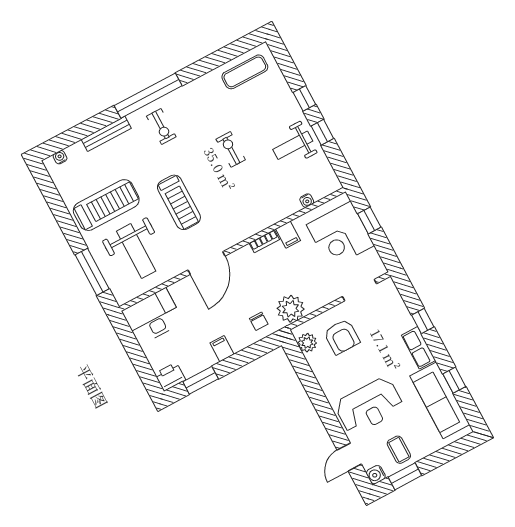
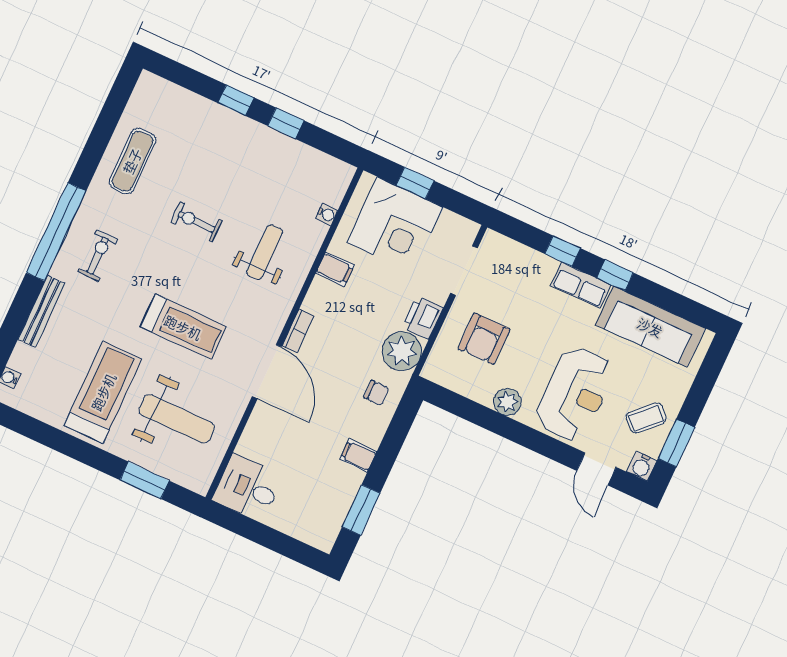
exercise mat: (245, 72) -> (132, 161), moved
exercise bike: (161, 126) -> (98, 256), turned -90
weight bench: (293, 145) -> (265, 252), moved, turned 180
bookcase: (264, 241) -> (298, 331), moved
window: (92, 272) -> (145, 480), width x0.69
desk: (153, 317) -> (248, 488), width x0.73
armchair: (342, 337) -> (484, 339), turned 90
plant: (307, 343) -> (507, 402), moved
printer: (170, 377) -> (423, 317), moved
window: (454, 380) -> (615, 275), moved
coffee table: (399, 450) -> (646, 418), turned -45

